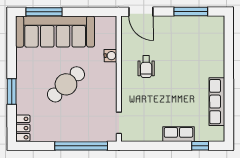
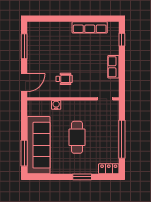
cafe table: (66, 84) -> (77, 137), turned 43
row of seats: (178, 134) -> (113, 67), moved
window: (81, 146) -> (122, 139), moved

